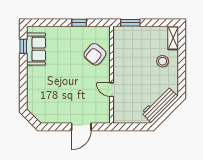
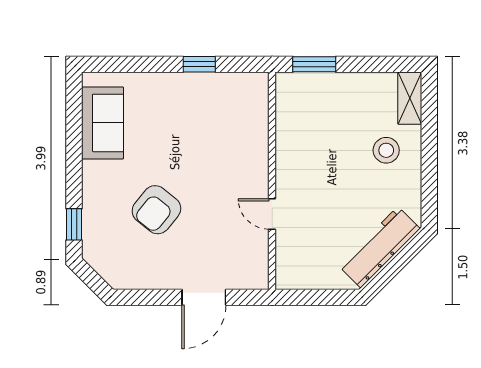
window: (23, 46) -> (74, 224), moved
armchair: (95, 54) -> (156, 210), moved

